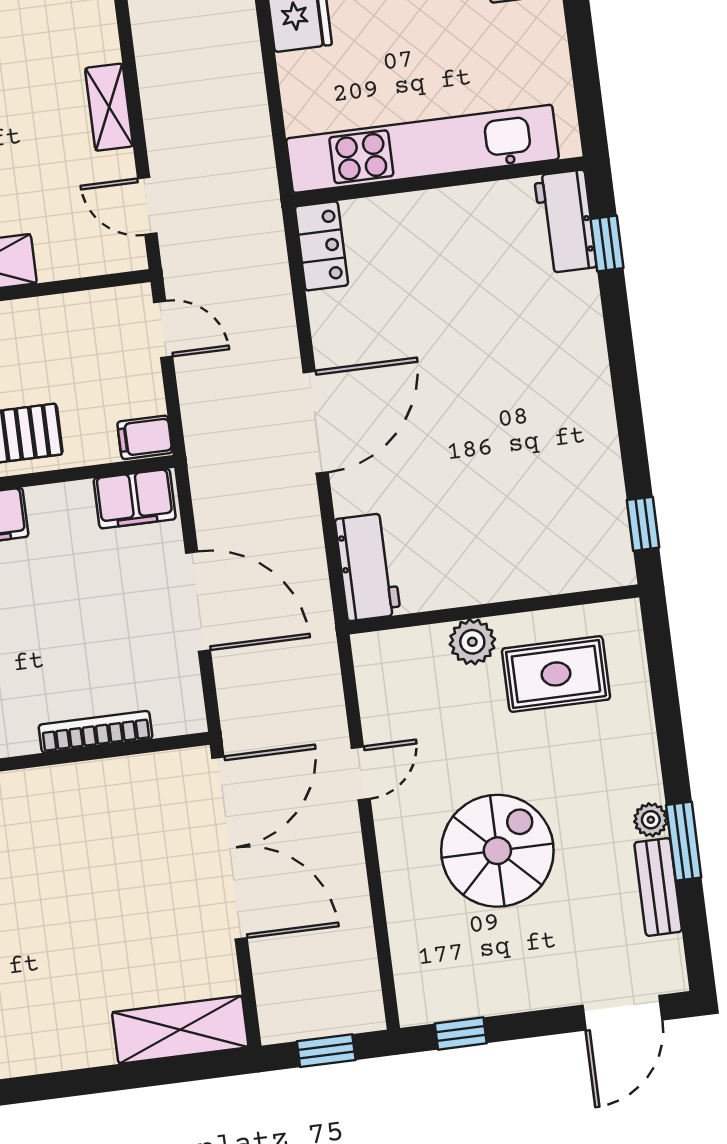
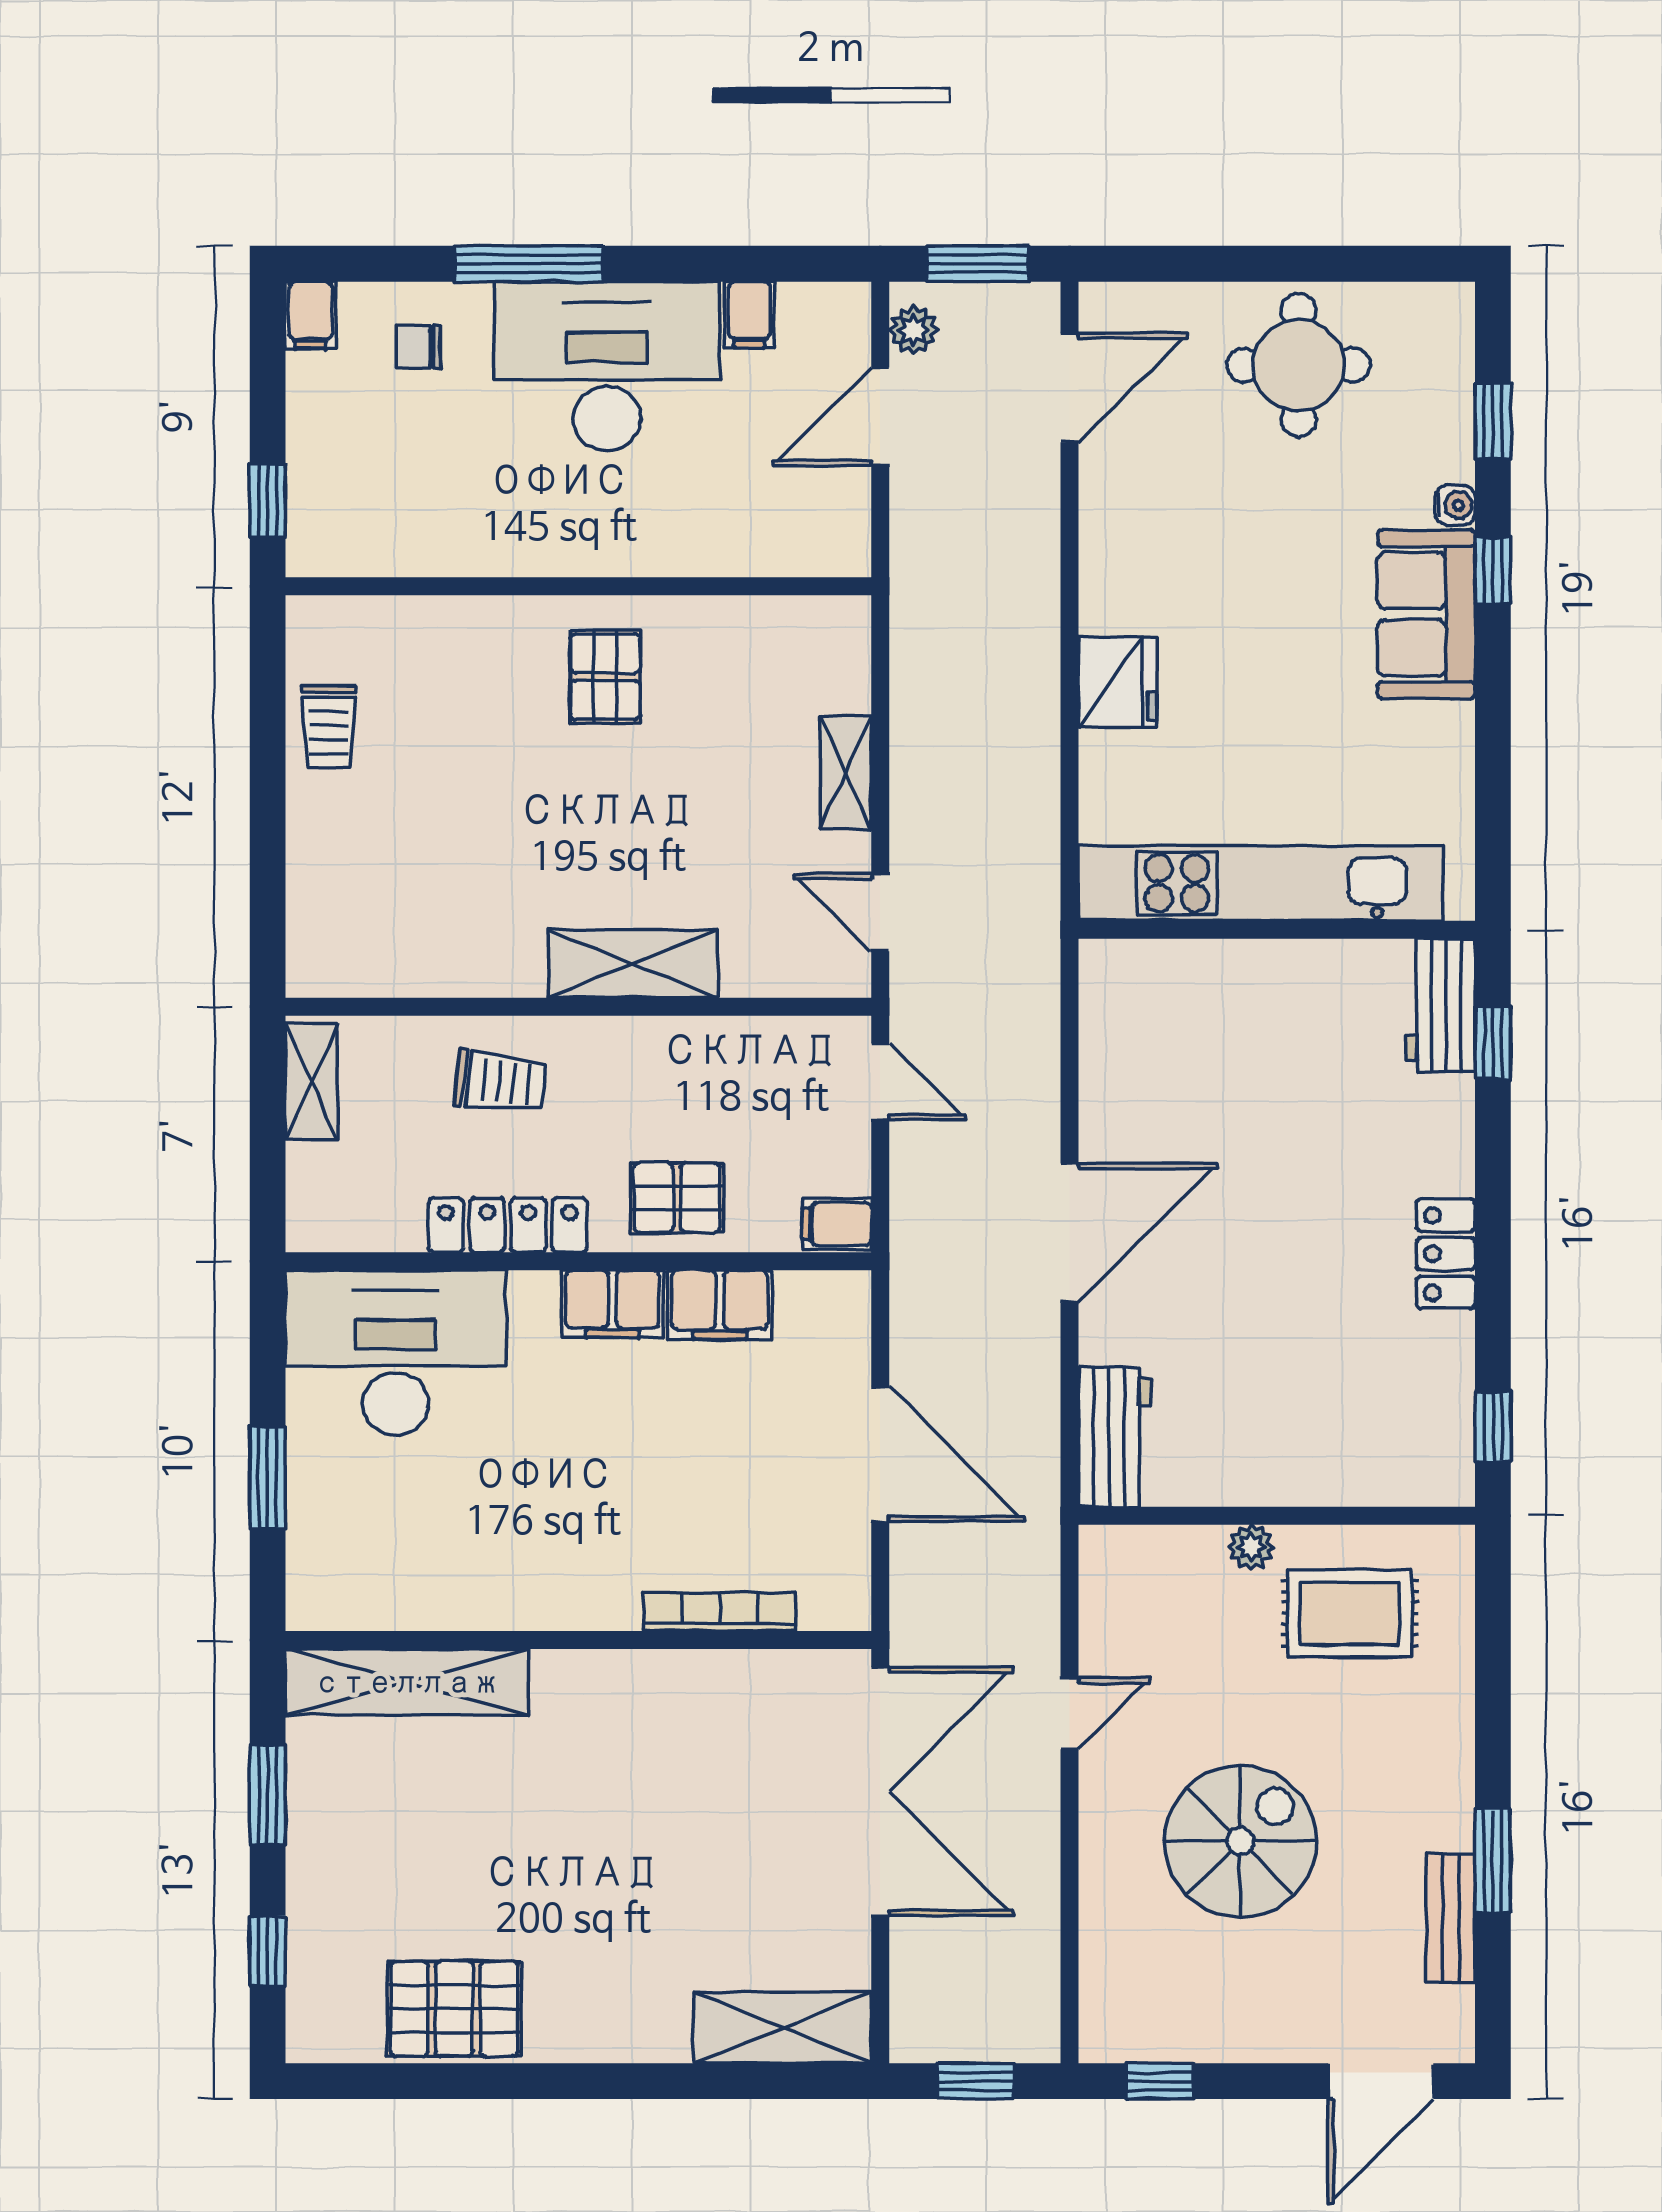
locker: (321, 246) -> (1446, 1254), moved, turned 180
filing cabinet: (135, 499) -> (720, 1305), moved
plant: (472, 642) -> (1251, 1547), width x0.73, depth x0.73
plant: (651, 820) -> (1452, 1826), removed

